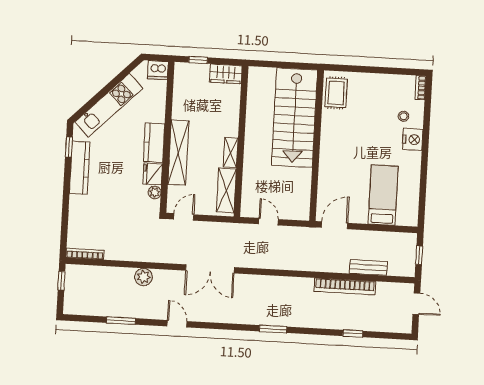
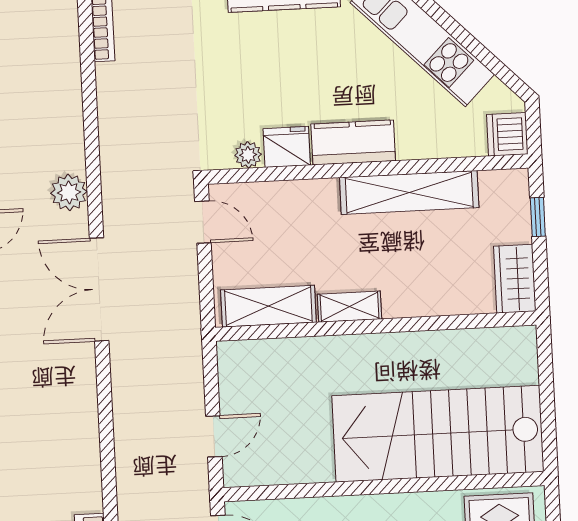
shelving: (178, 153) -> (409, 192), moved
door: (269, 222) -> (214, 436), moved
plant: (143, 277) -> (69, 192), moved

